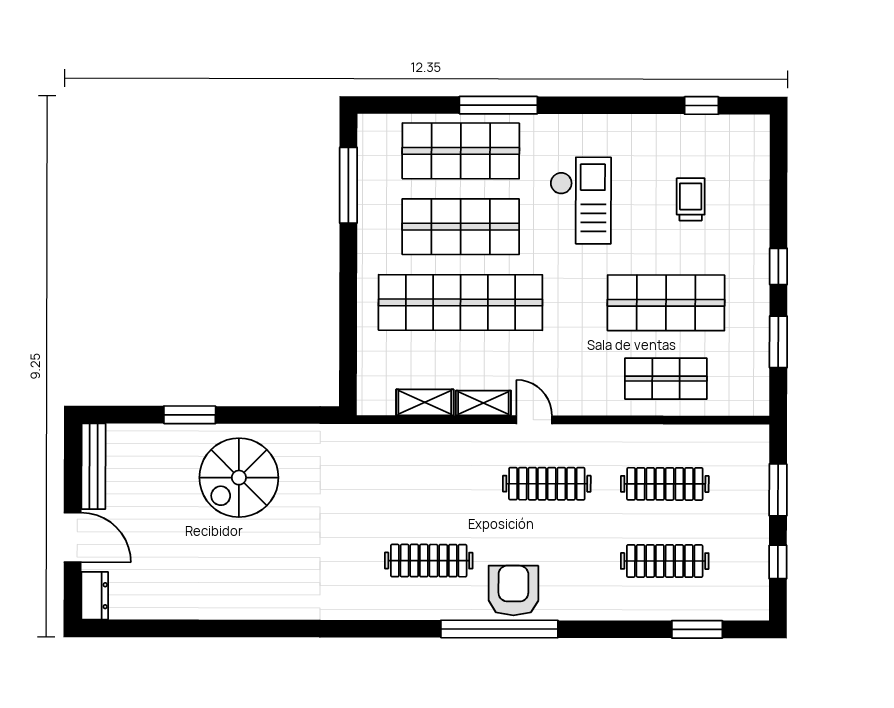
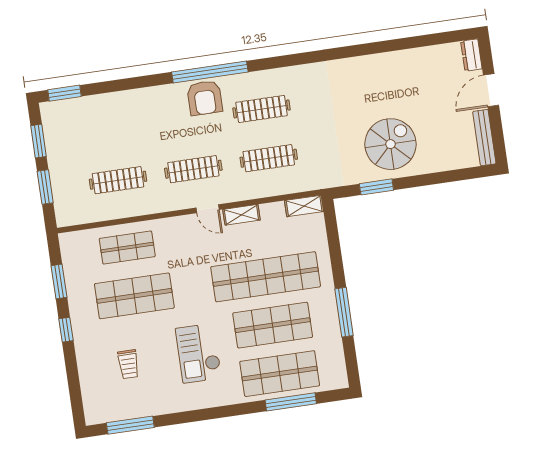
window: (498, 105) -> (291, 402), moved
window: (701, 105) -> (130, 425), width x2.17
window: (348, 185) -> (344, 312), moved
shelving: (425, 402) -> (304, 206), moved
window: (190, 415) -> (376, 187), moved
door: (73, 537) -> (491, 90), hinge flipped
clothes rail: (665, 561) -> (269, 158), moved
window: (778, 562) -> (38, 141), width x1.50
window: (697, 629) -> (65, 93), moved

